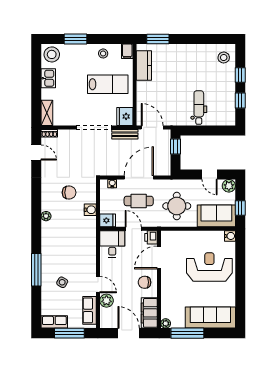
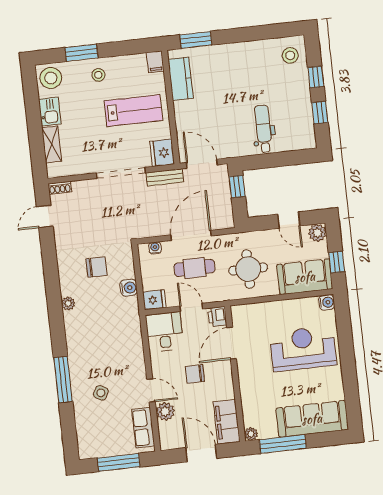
stool: (103, 53) -> (98, 75), moved
shelving: (47, 113) -> (52, 144), moved
door: (36, 152) -> (45, 217), swing flipped
chair: (145, 282) -> (195, 374), moved
row of seats: (54, 322) -> (96, 449), removed

